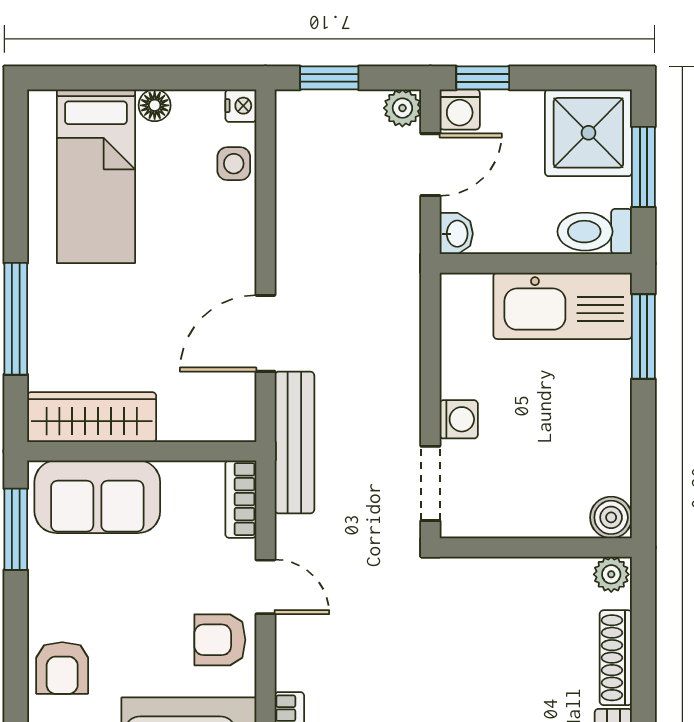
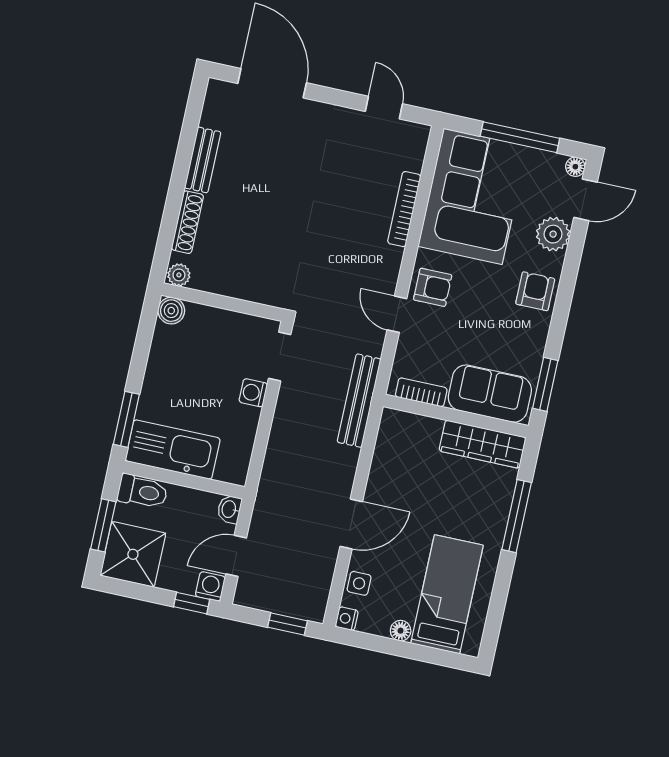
plant: (402, 108) -> (246, 595), removed
door: (265, 333) -> (351, 524), moved
bookcase: (241, 499) -> (421, 392), moved, turned -90

